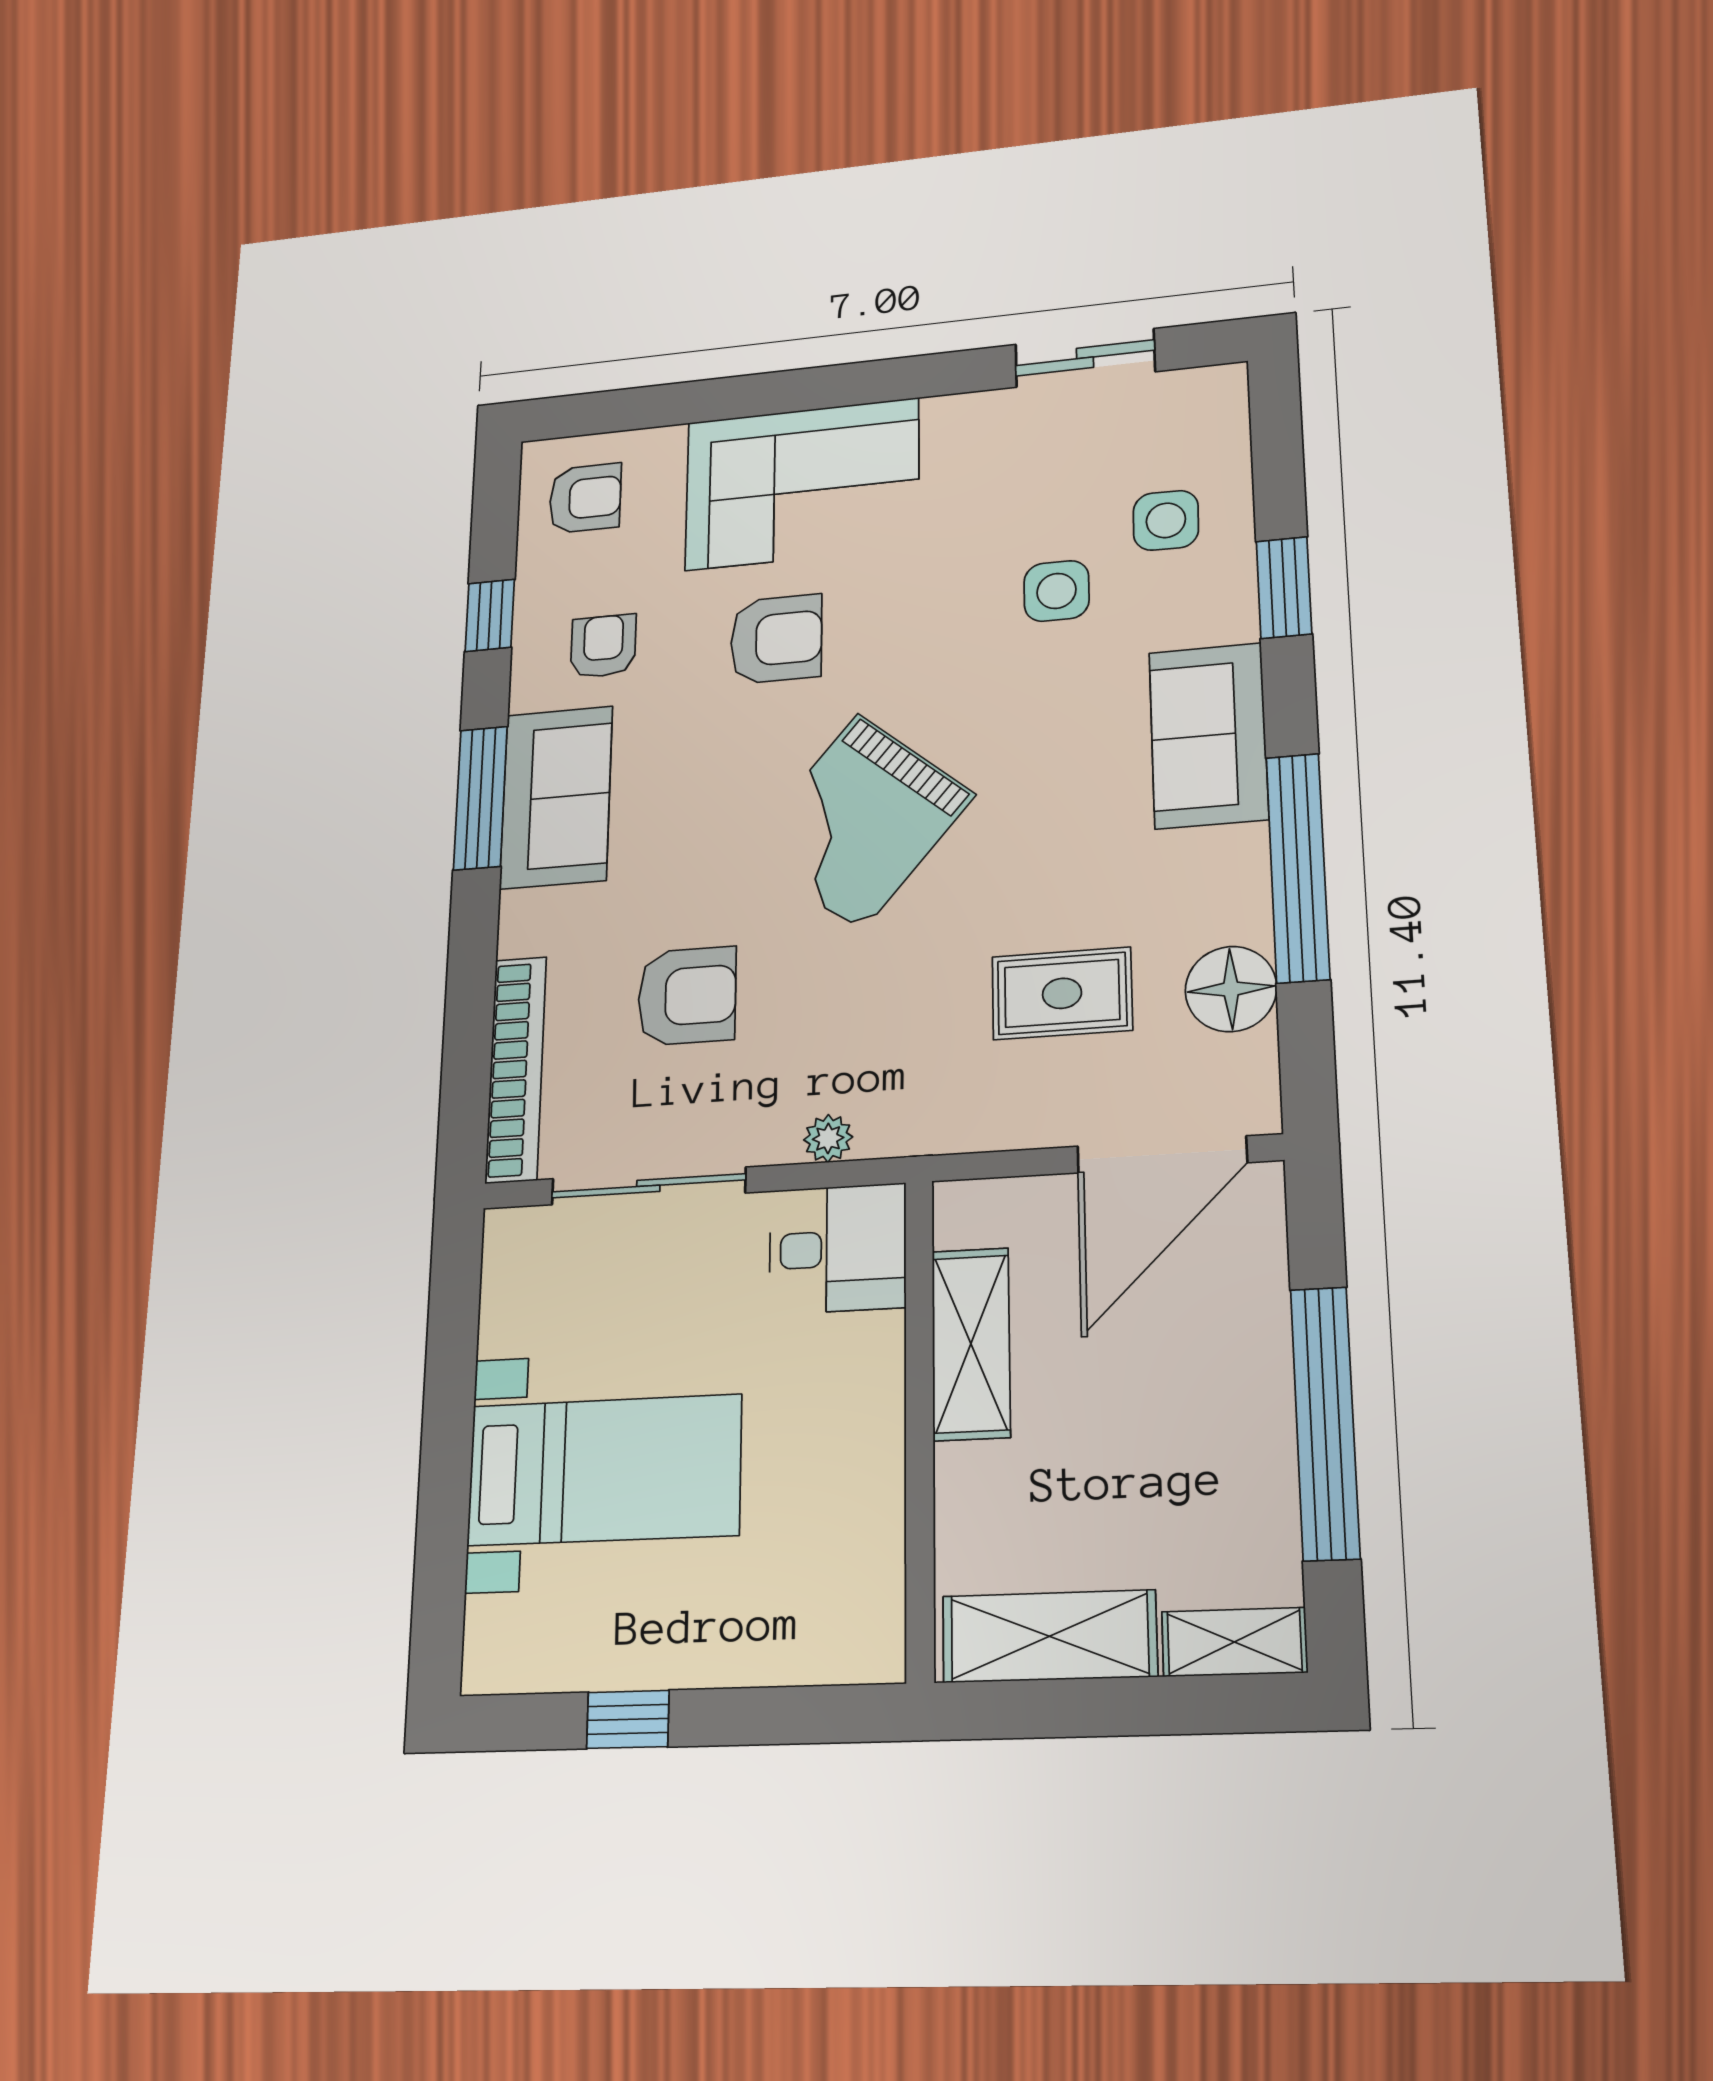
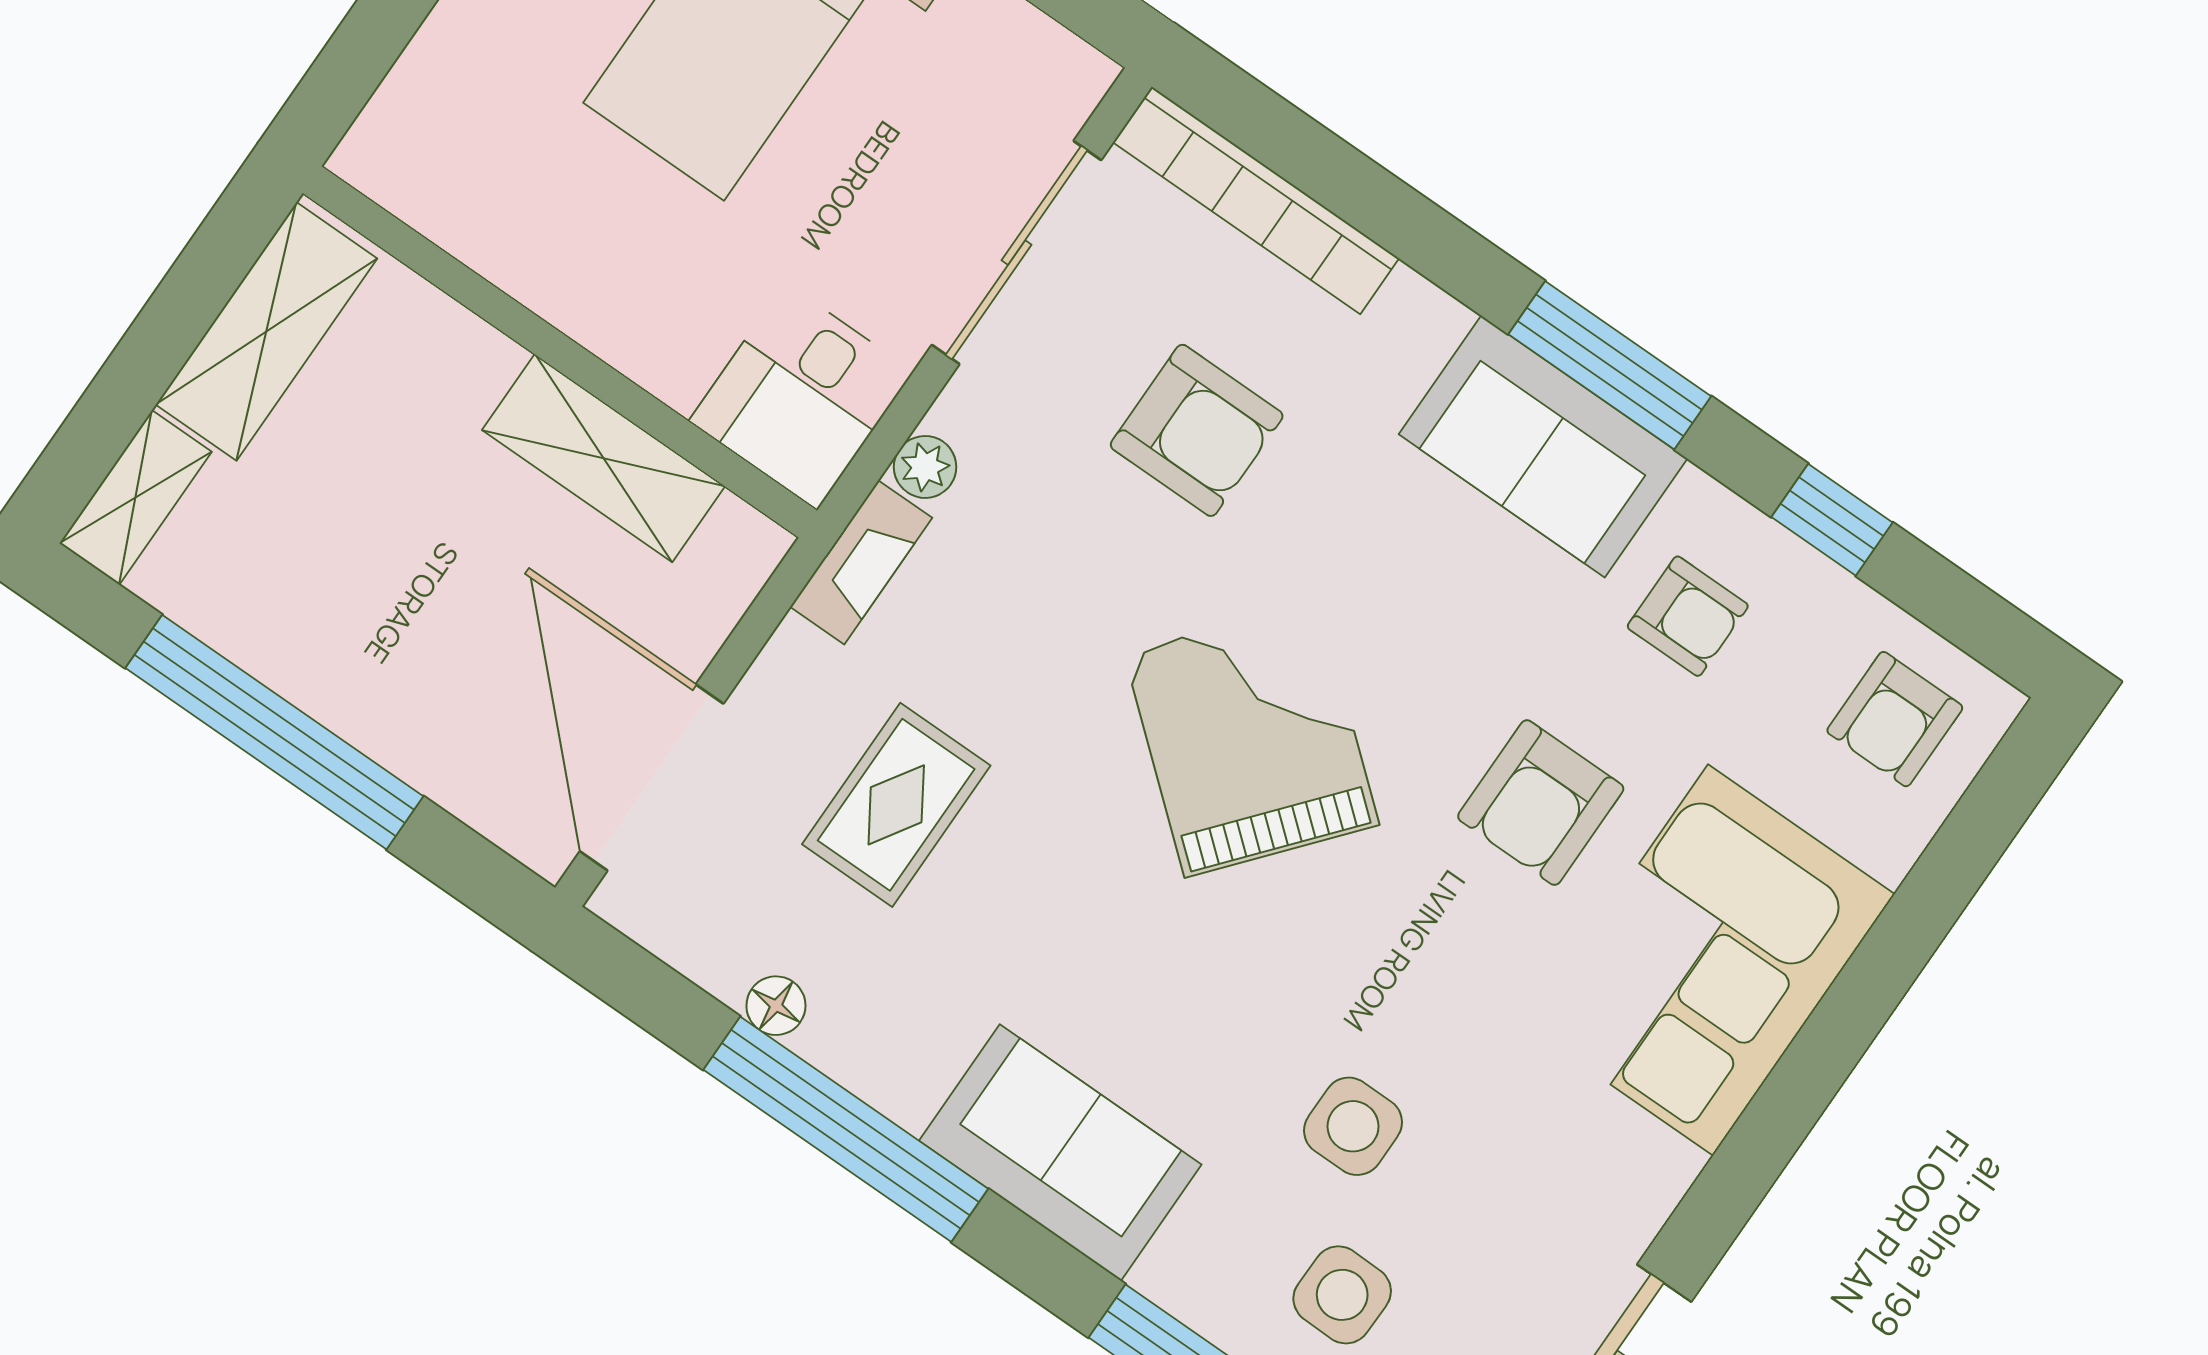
floor lamp: (1231, 989) -> (776, 1006), width x0.53, depth x0.53
armchair: (687, 996) -> (1197, 430), turned -90
fireplace: (920, 1131) -> (861, 562), added

